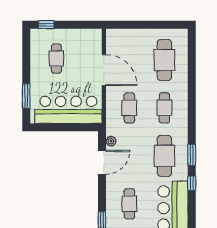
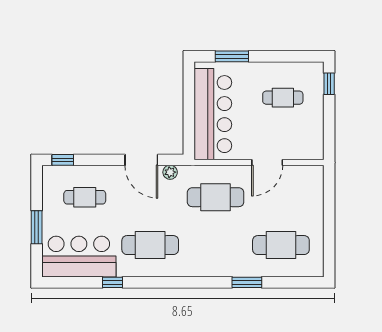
door: (104, 70) -> (267, 162), width x0.73
cafe table: (129, 108) -> (216, 197), width x1.37, depth x1.35
cafe table: (164, 108) -> (216, 245), removed
window: (192, 155) -> (247, 282), moved

